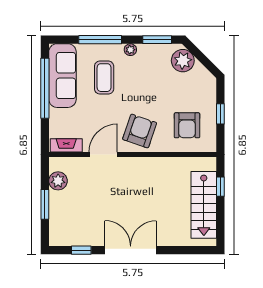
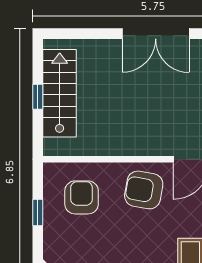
armchair: (140, 131) -> (144, 190), turned 81
window: (220, 187) -> (38, 97), moved

